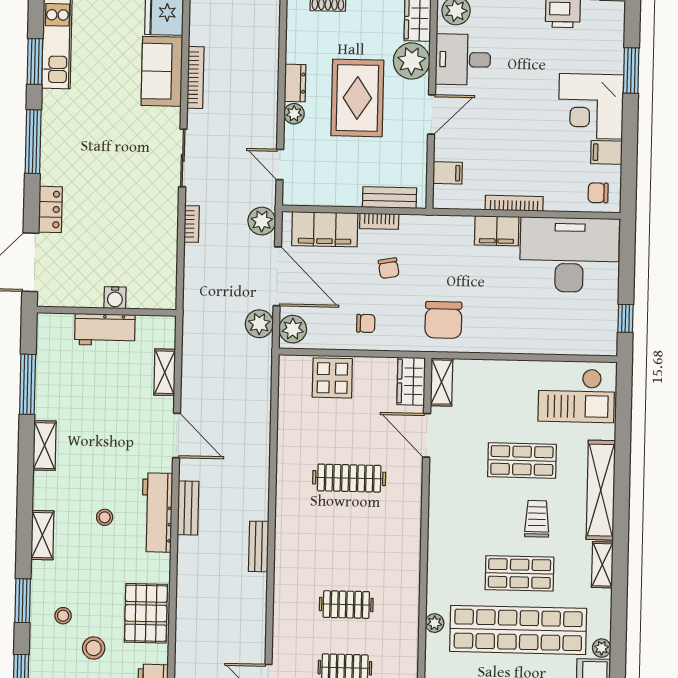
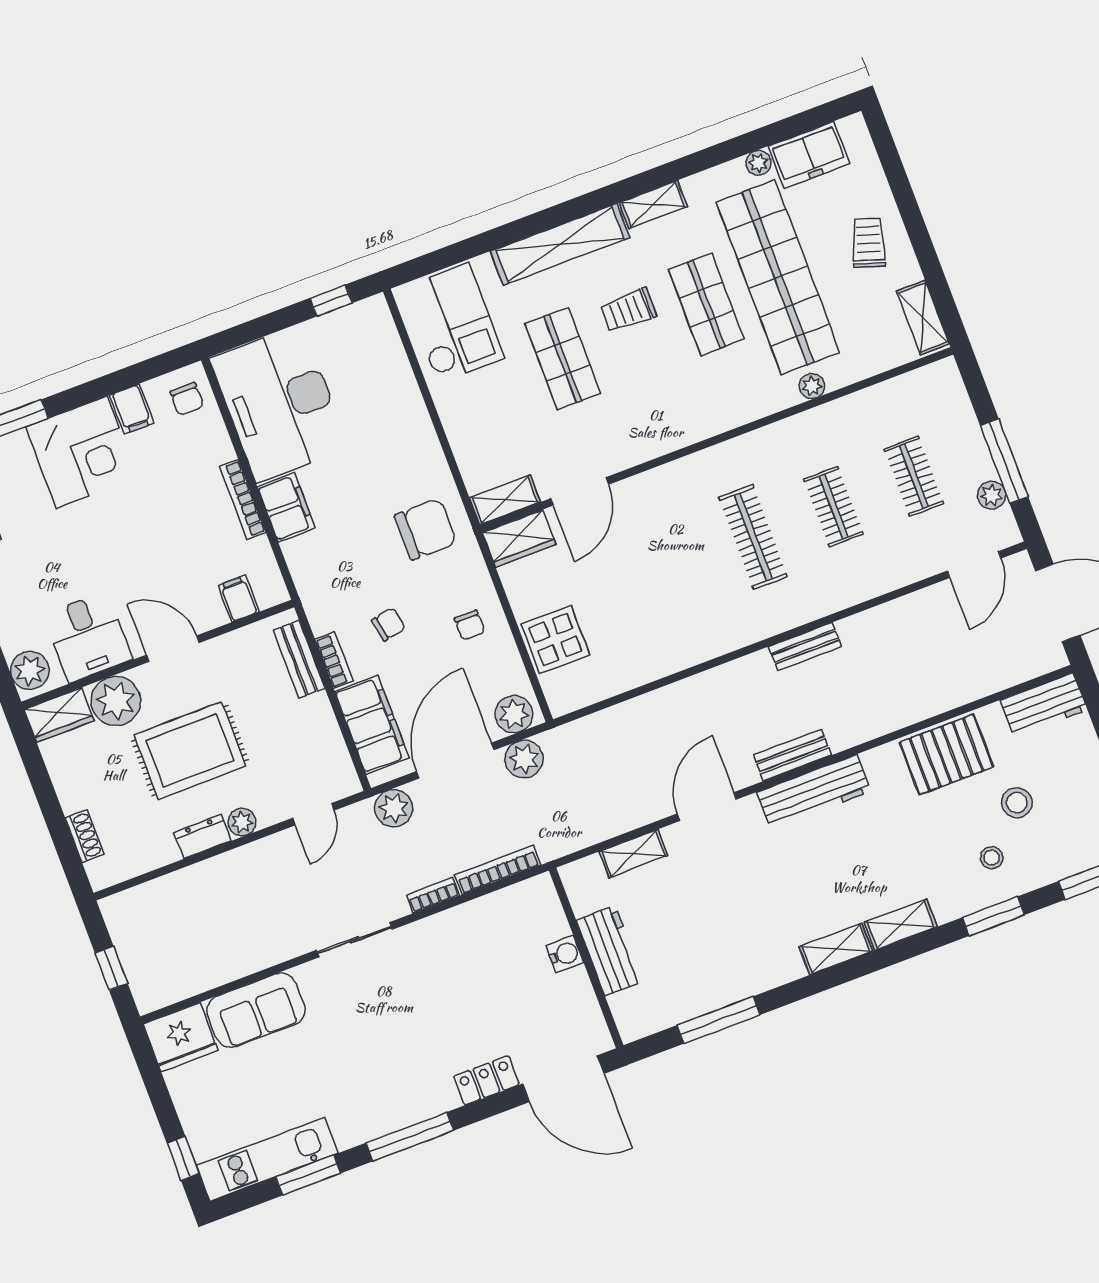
bookcase: (195, 78) -> (498, 870), moved
chair: (366, 323) -> (470, 625), turned 180
shelving: (45, 446) -> (836, 949), moved
clothes rail: (349, 478) -> (753, 537), moved
stool: (105, 517) -> (847, 855), removed

